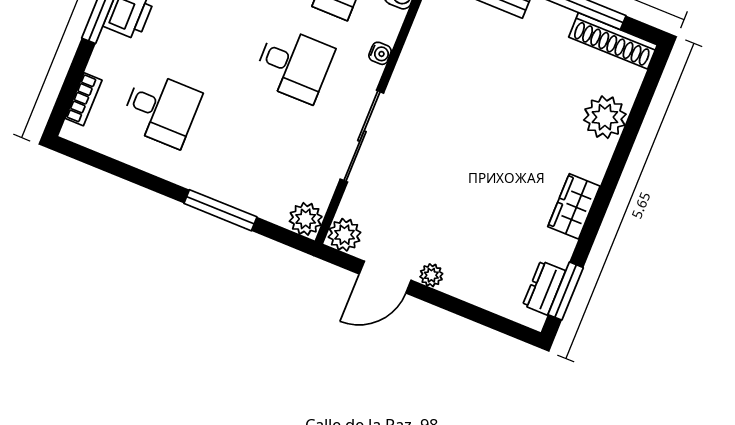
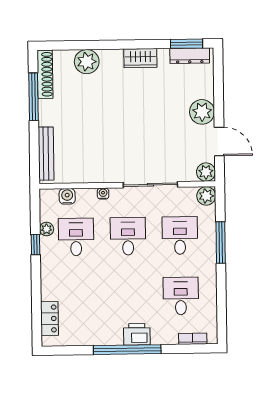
desk: (260, 149) -> (180, 236), added
plant: (431, 275) -> (202, 112), width x1.88, depth x1.88
dresser: (544, 288) -> (190, 56), width x1.44

